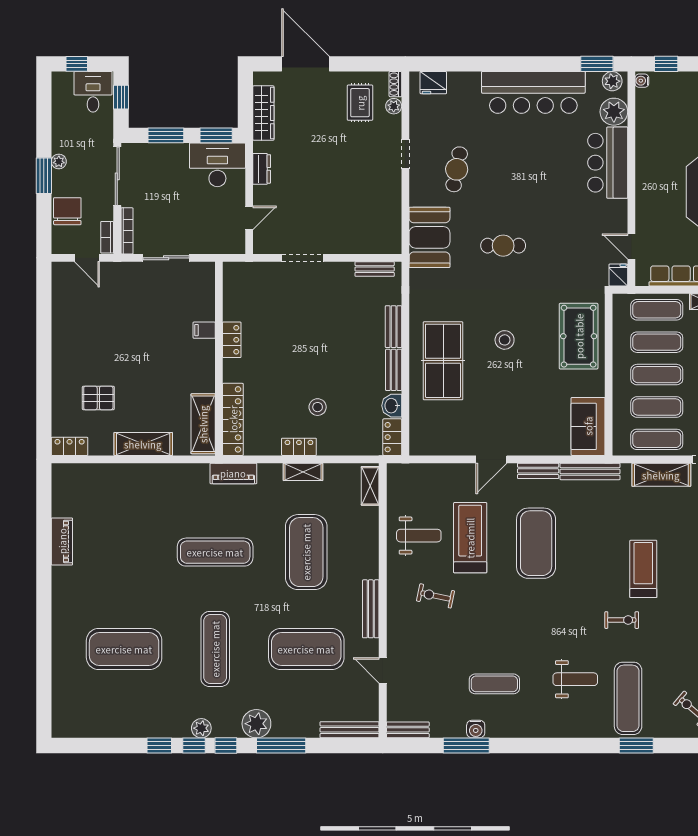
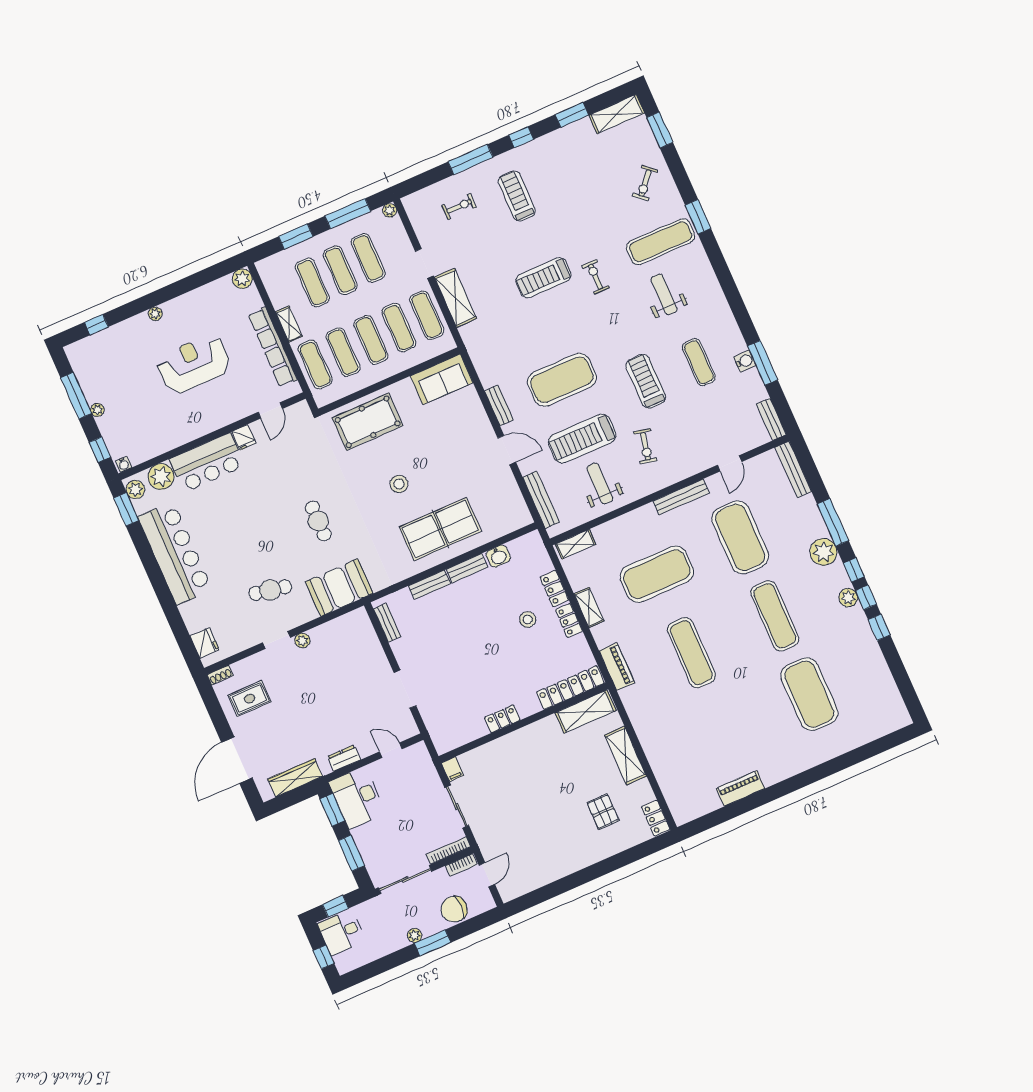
plant: (394, 106) -> (302, 641), moved
fridge: (618, 275) -> (244, 437), moved, turned -90
filing cabinet: (204, 330) -> (453, 769), moved
locker: (392, 437) -> (554, 589), moved, turned 90
bench: (590, 471) -> (541, 500), moved
treadmill: (499, 624) -> (646, 381), added
exercise mat: (215, 649) -> (775, 616), turned 90

